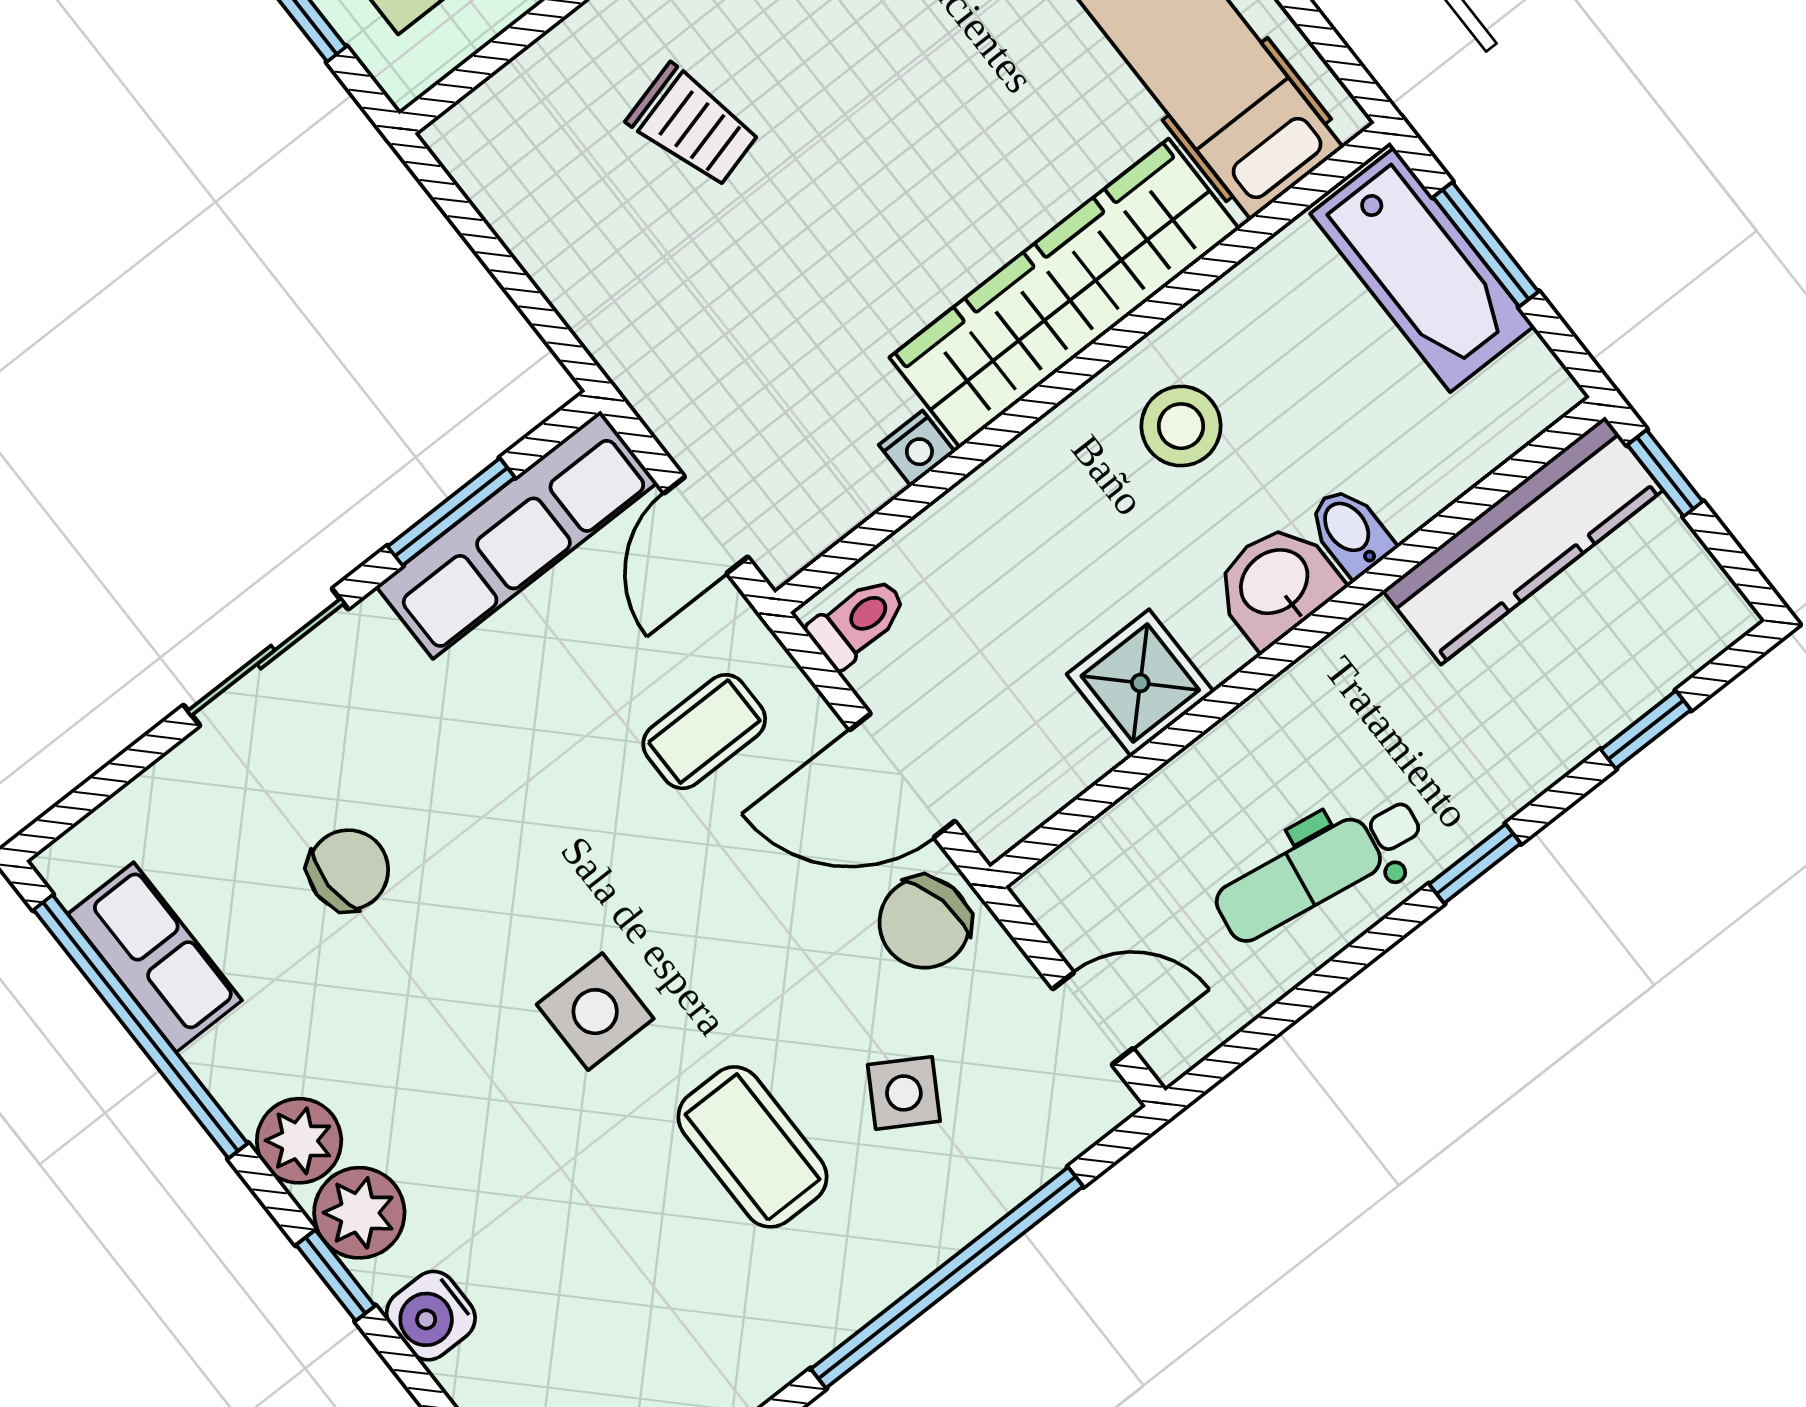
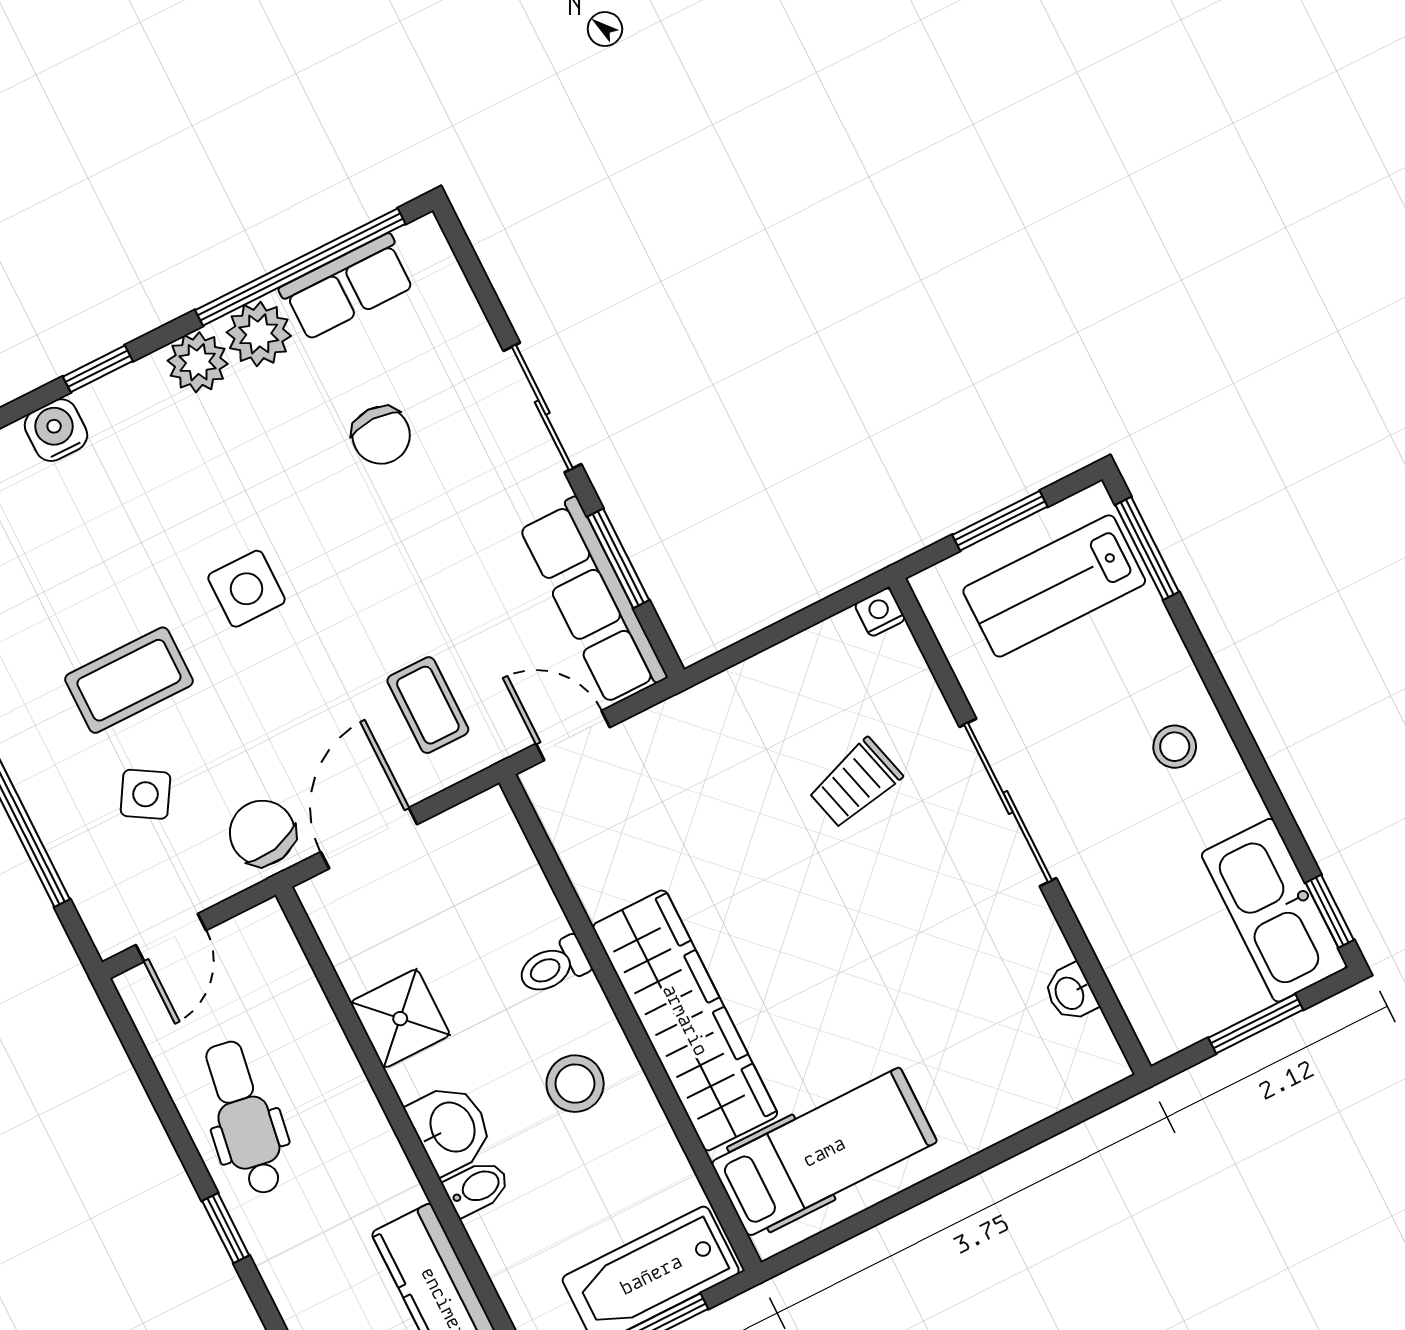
nightstand: (917, 448) -> (880, 612), moved, turned 90
toilet: (858, 622) -> (554, 966), moved, turned 90
plant: (359, 1213) -> (259, 334), moved

